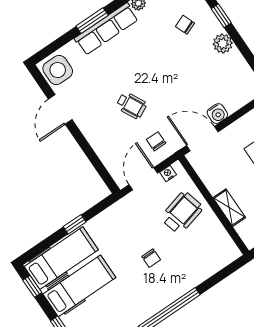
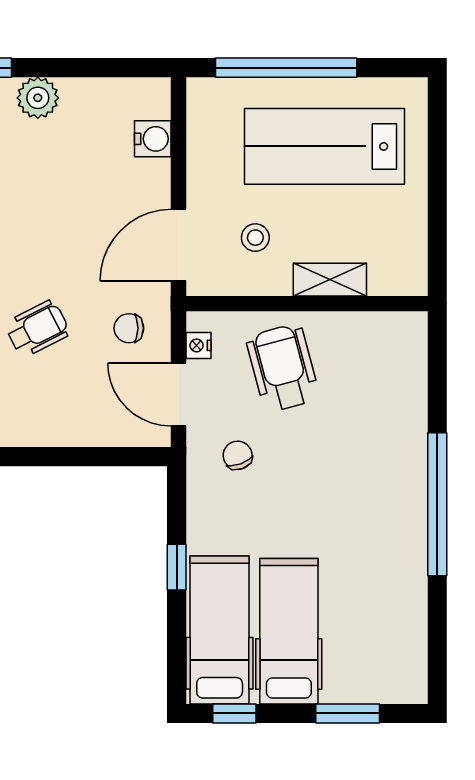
water cooler: (217, 114) -> (153, 139), moved
stool: (226, 167) -> (255, 238), added
chair: (151, 258) -> (238, 455), moved, turned -110

